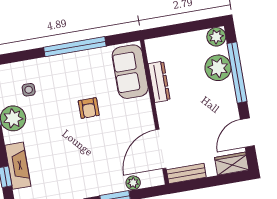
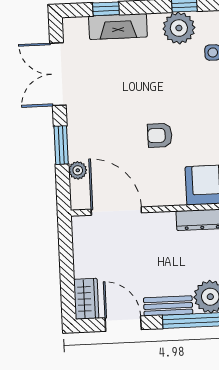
armchair: (89, 108) -> (160, 135), moved
bench: (186, 173) -> (168, 306), moved, turned 90

